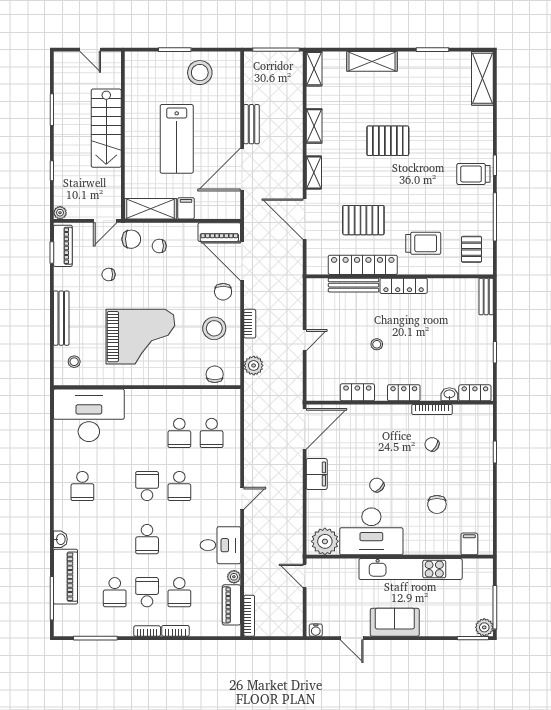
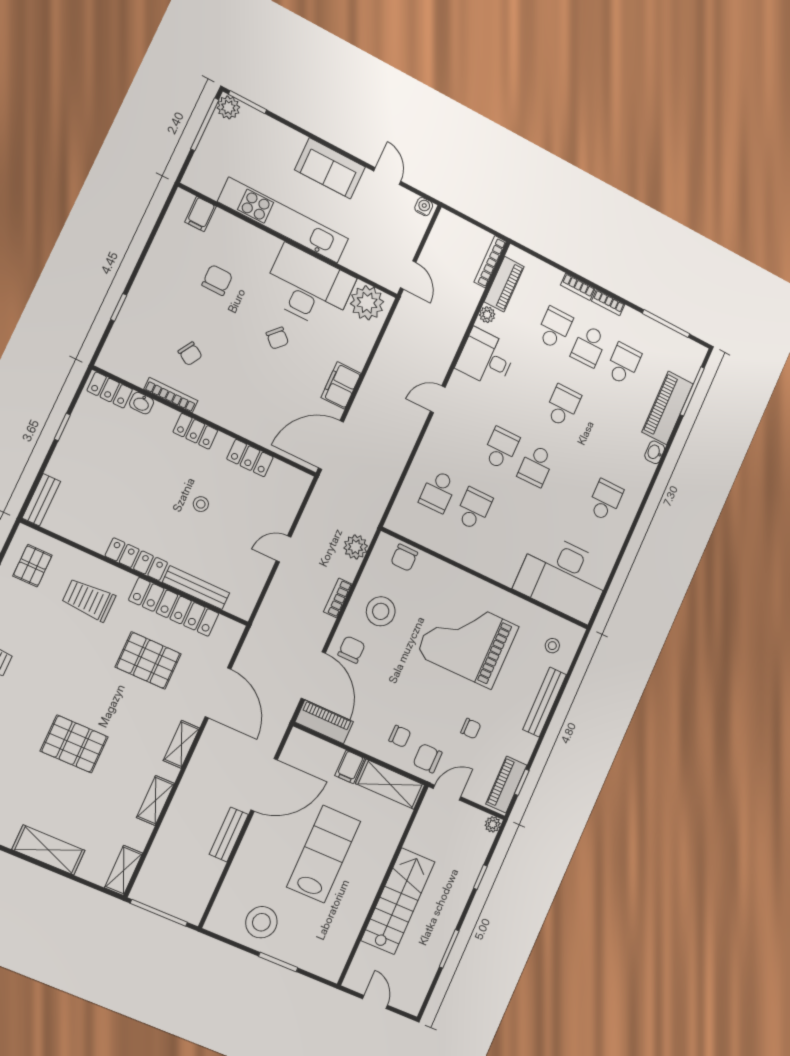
school desk: (212, 433) -> (438, 491), turned 180

